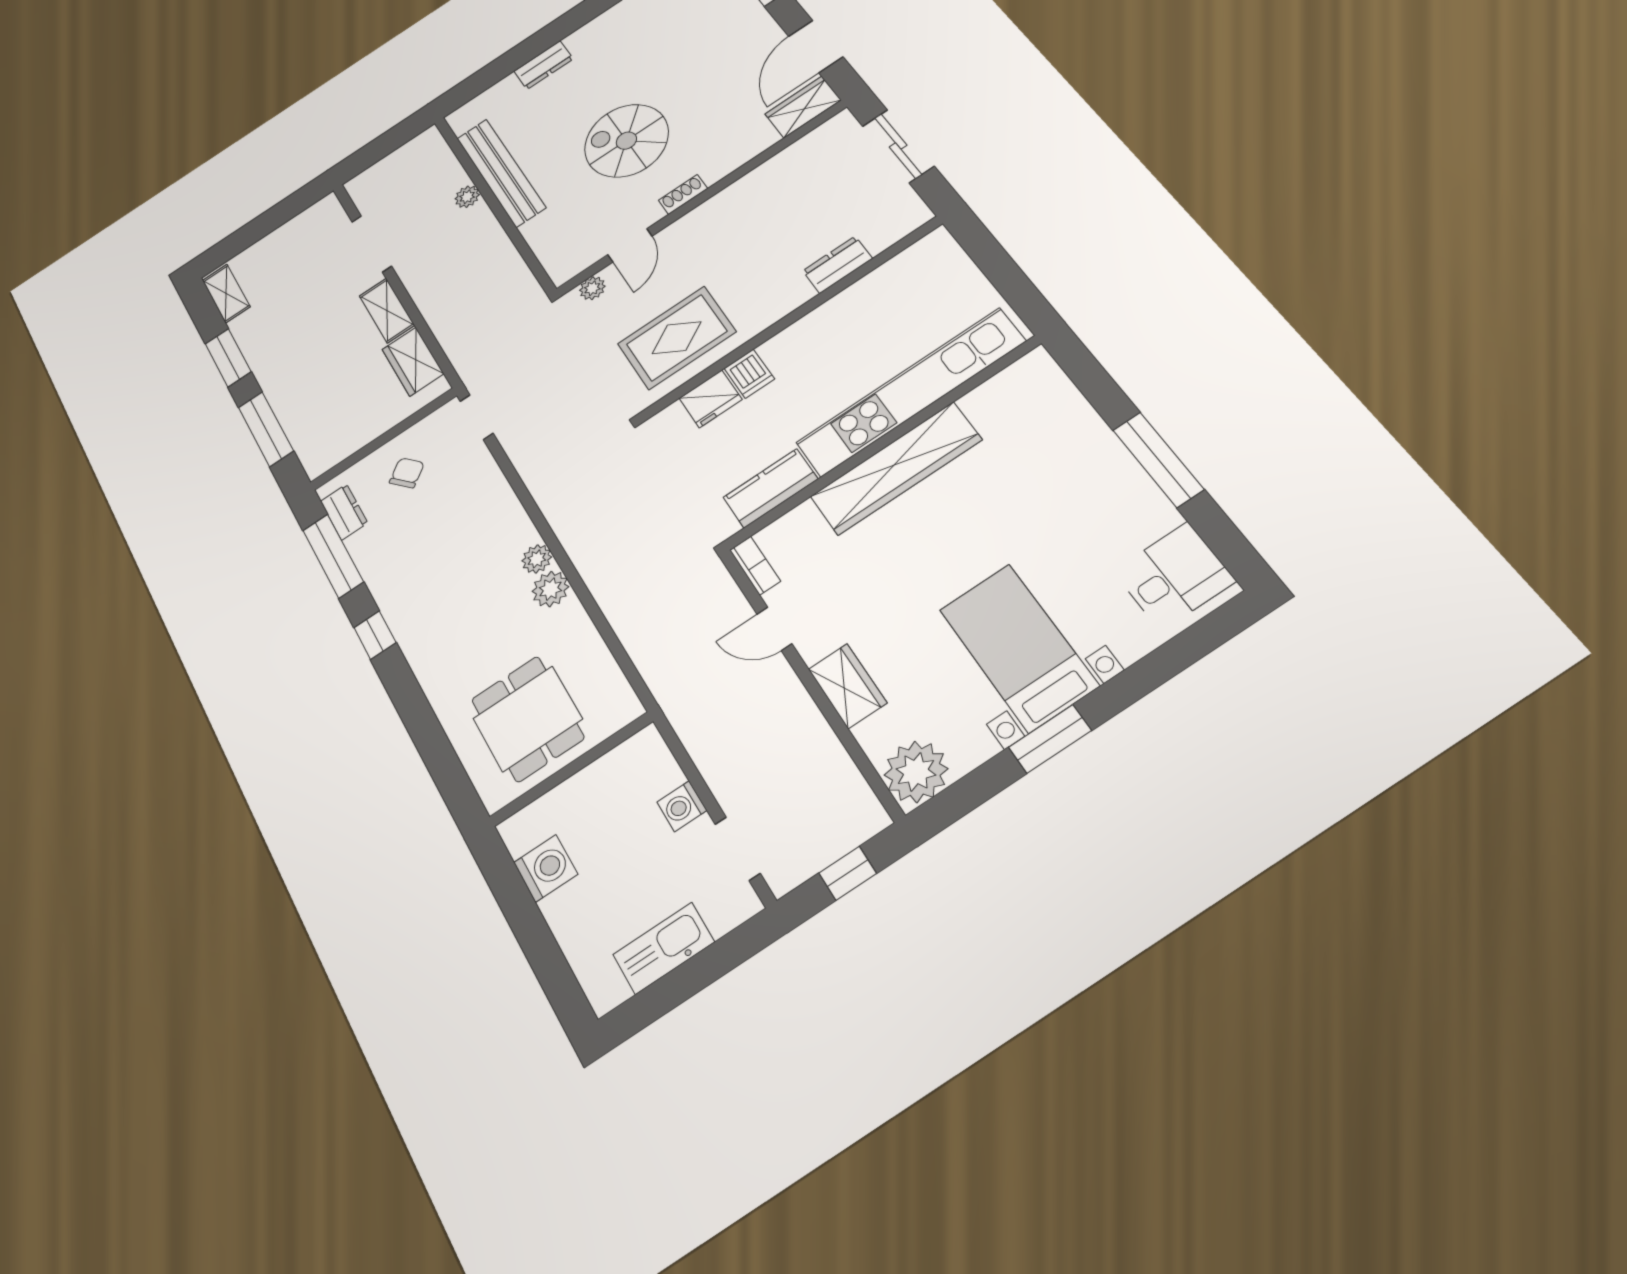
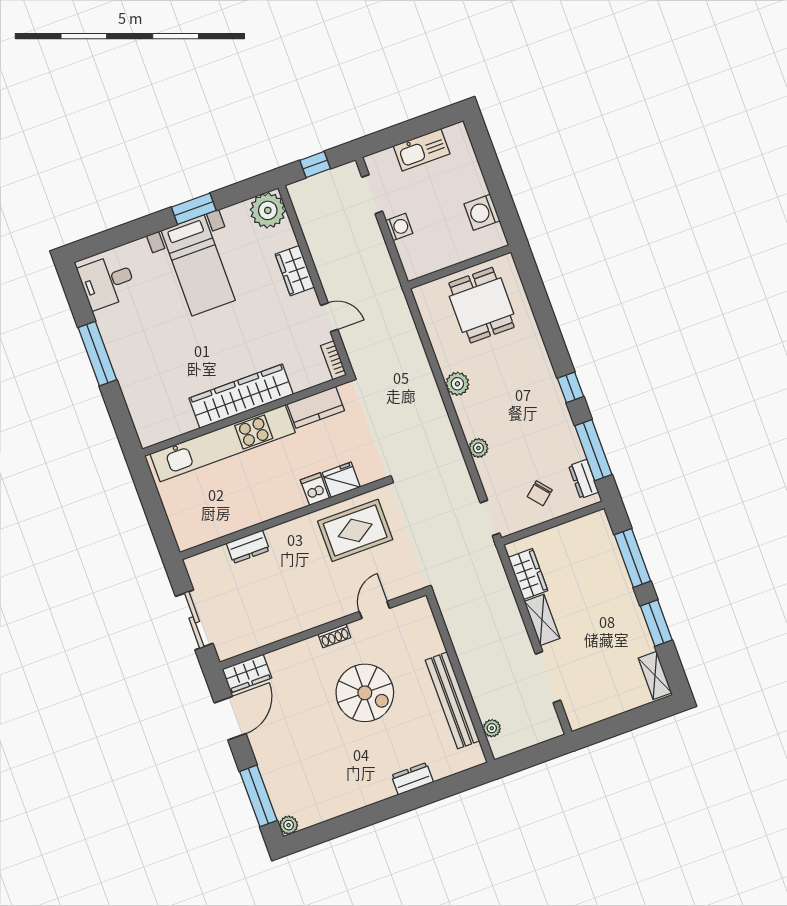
plant: (467, 197) -> (492, 728), moved
plant: (592, 288) -> (403, 586), removed
plant: (537, 559) -> (478, 448), moved

